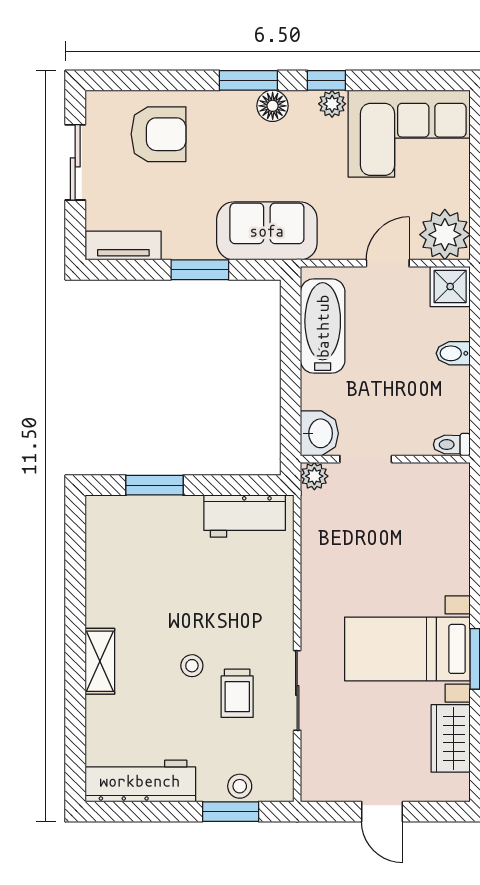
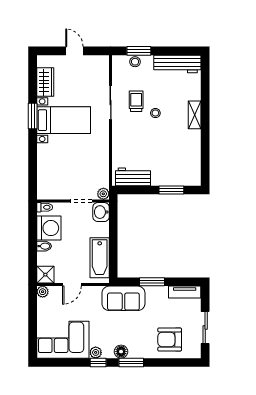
plant: (445, 235) -> (43, 292), width x0.53, depth x0.53
washing machine: (442, 396) -> (49, 228), added

